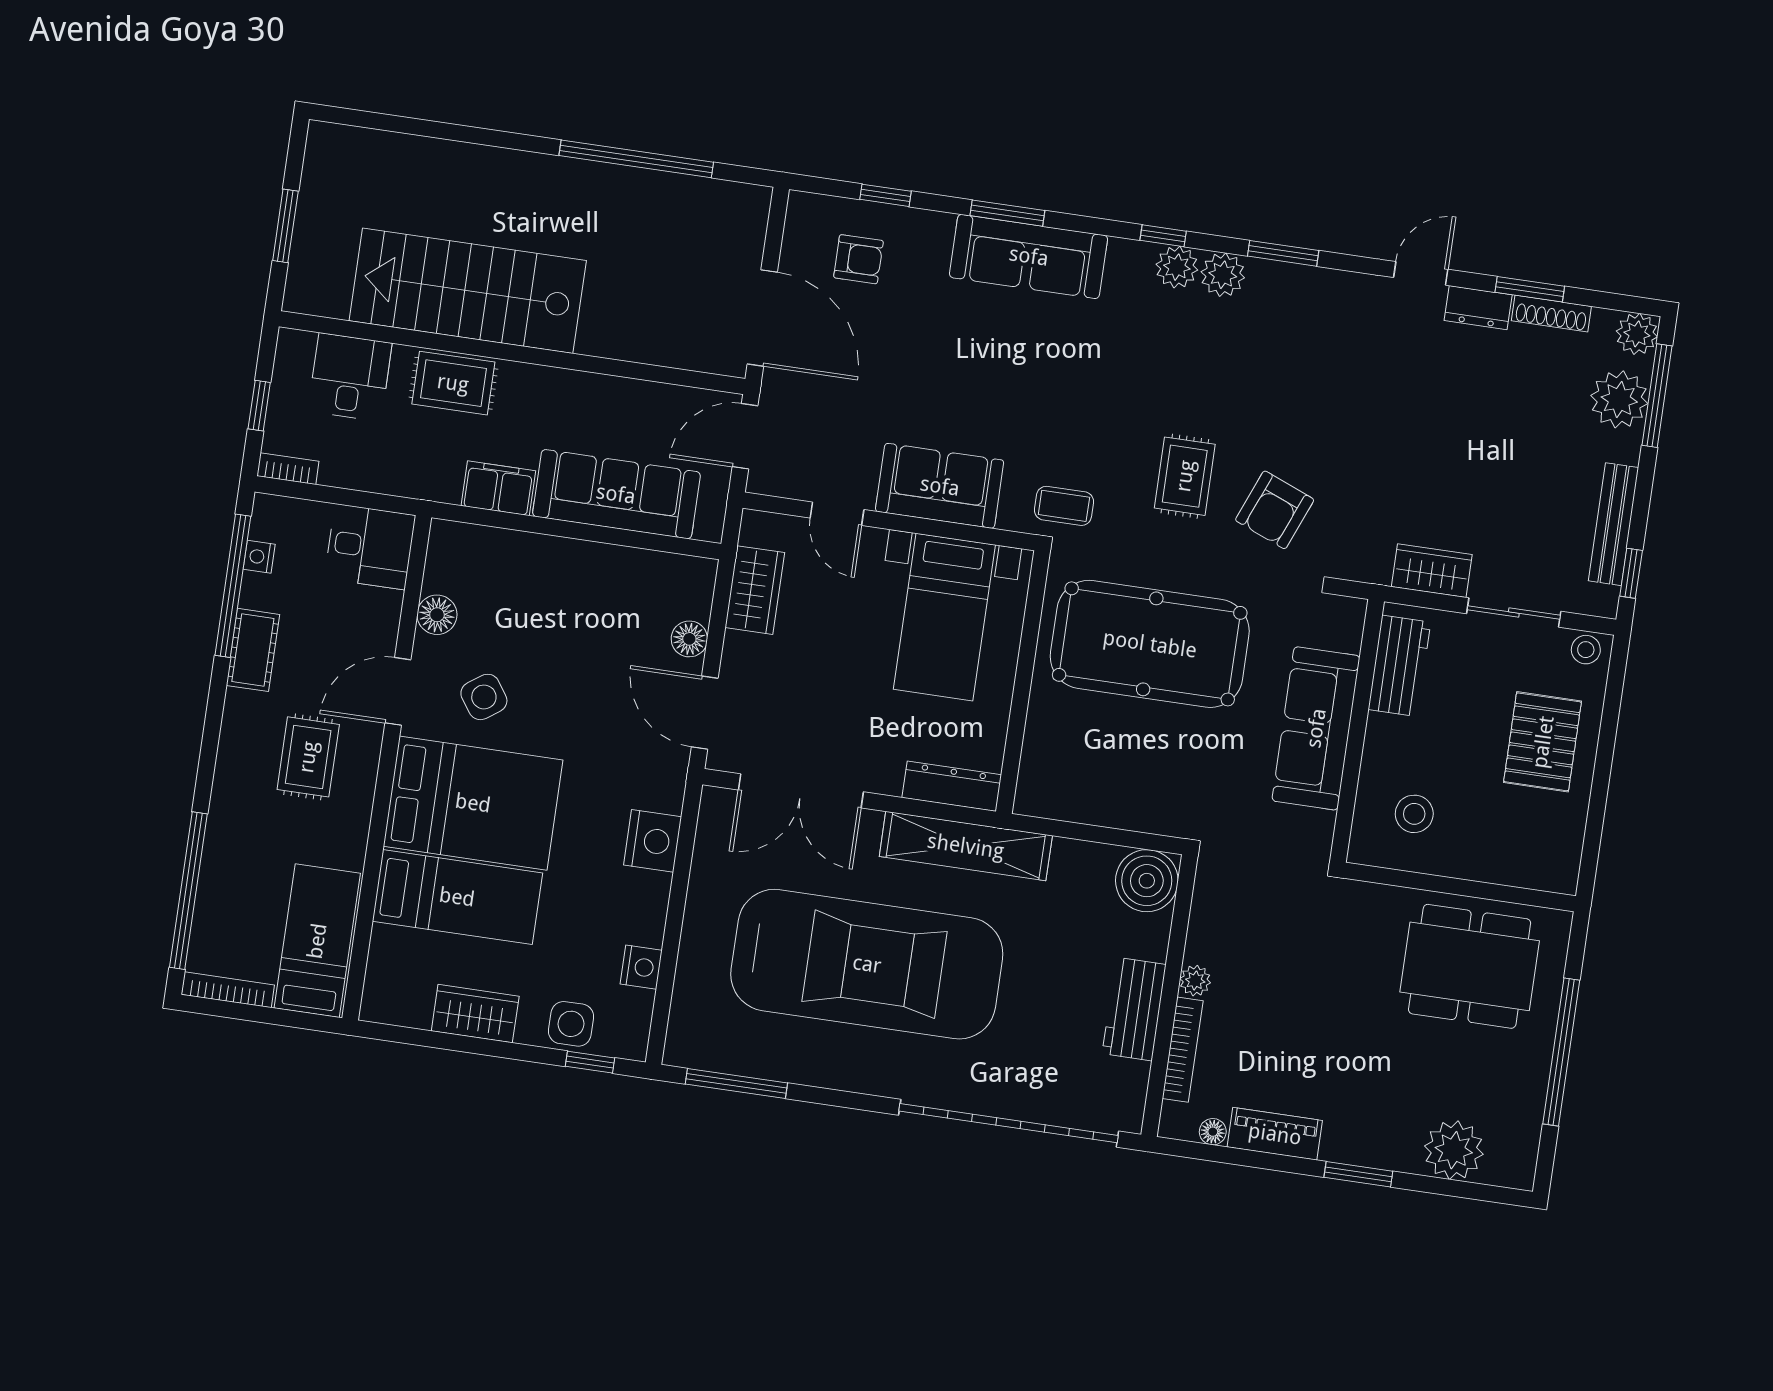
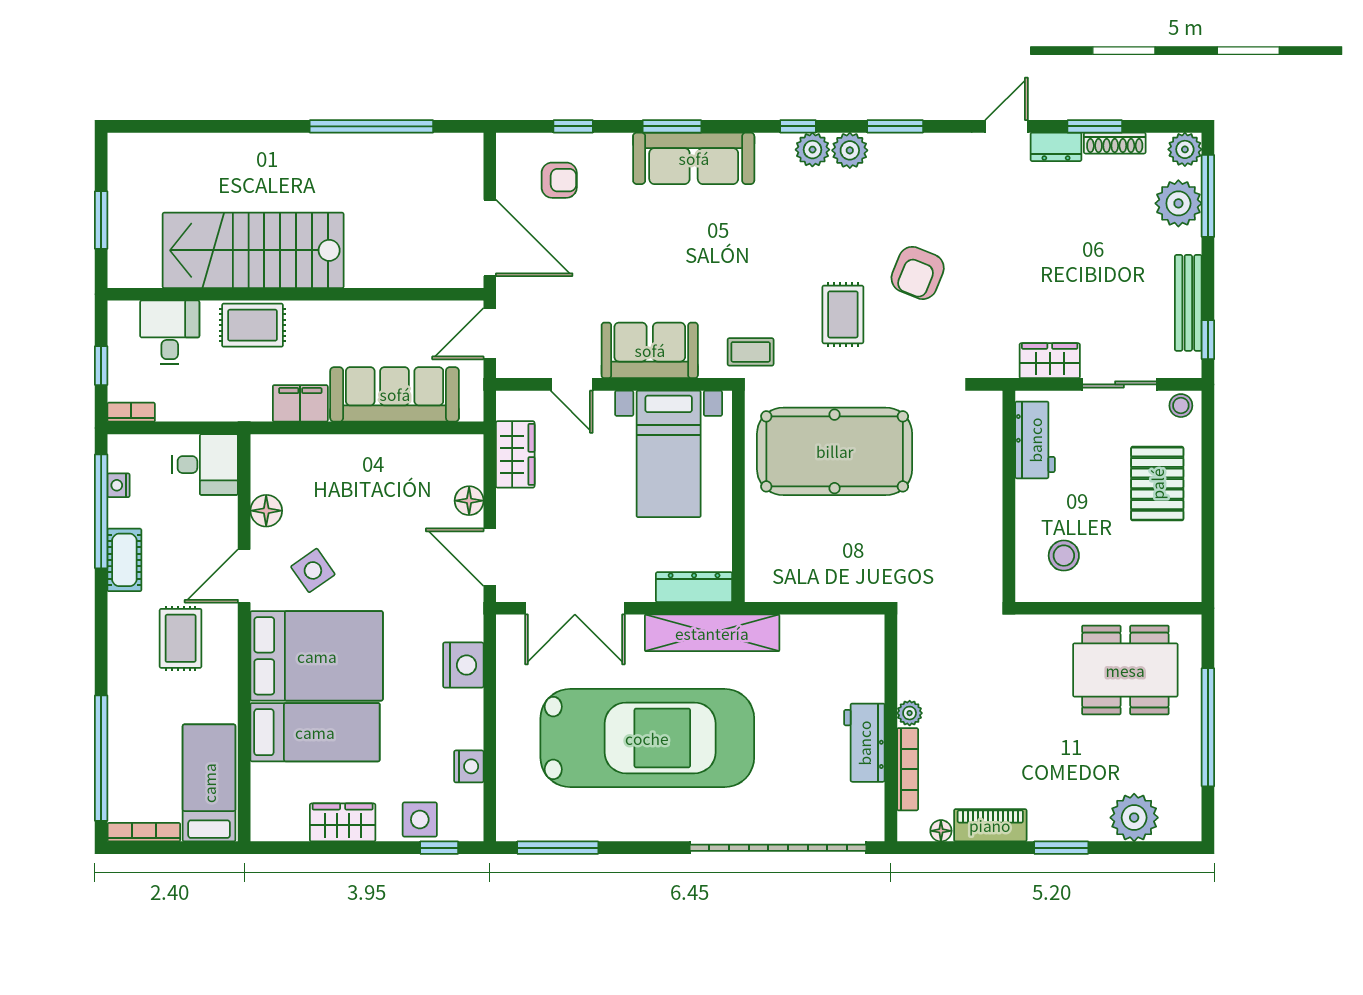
armchair: (1275, 510) -> (918, 273), moved
sofa: (1316, 728) -> (976, 499), removed
boiler: (1147, 881) -> (860, 639), removed

